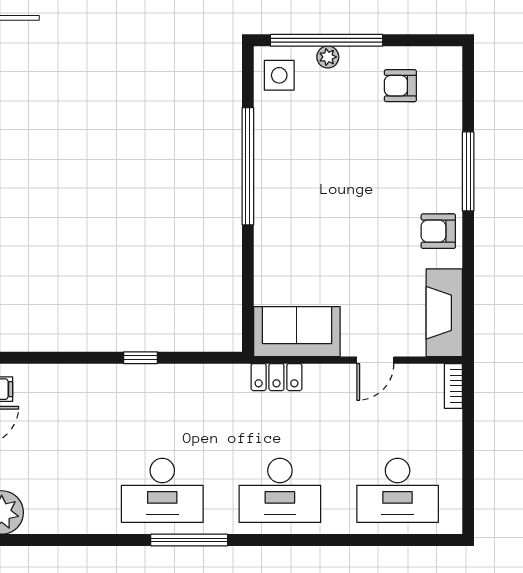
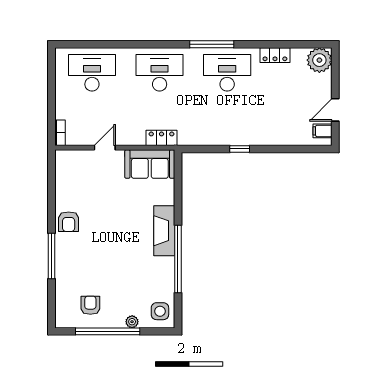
window: (326, 40) -> (108, 331), moved
armchair: (400, 86) -> (90, 305), turned -90
armchair: (438, 231) -> (69, 222), turned 90
fireplace: (444, 313) -> (164, 231), moved, turned 180
locker: (79, 521) -> (275, 55), added

